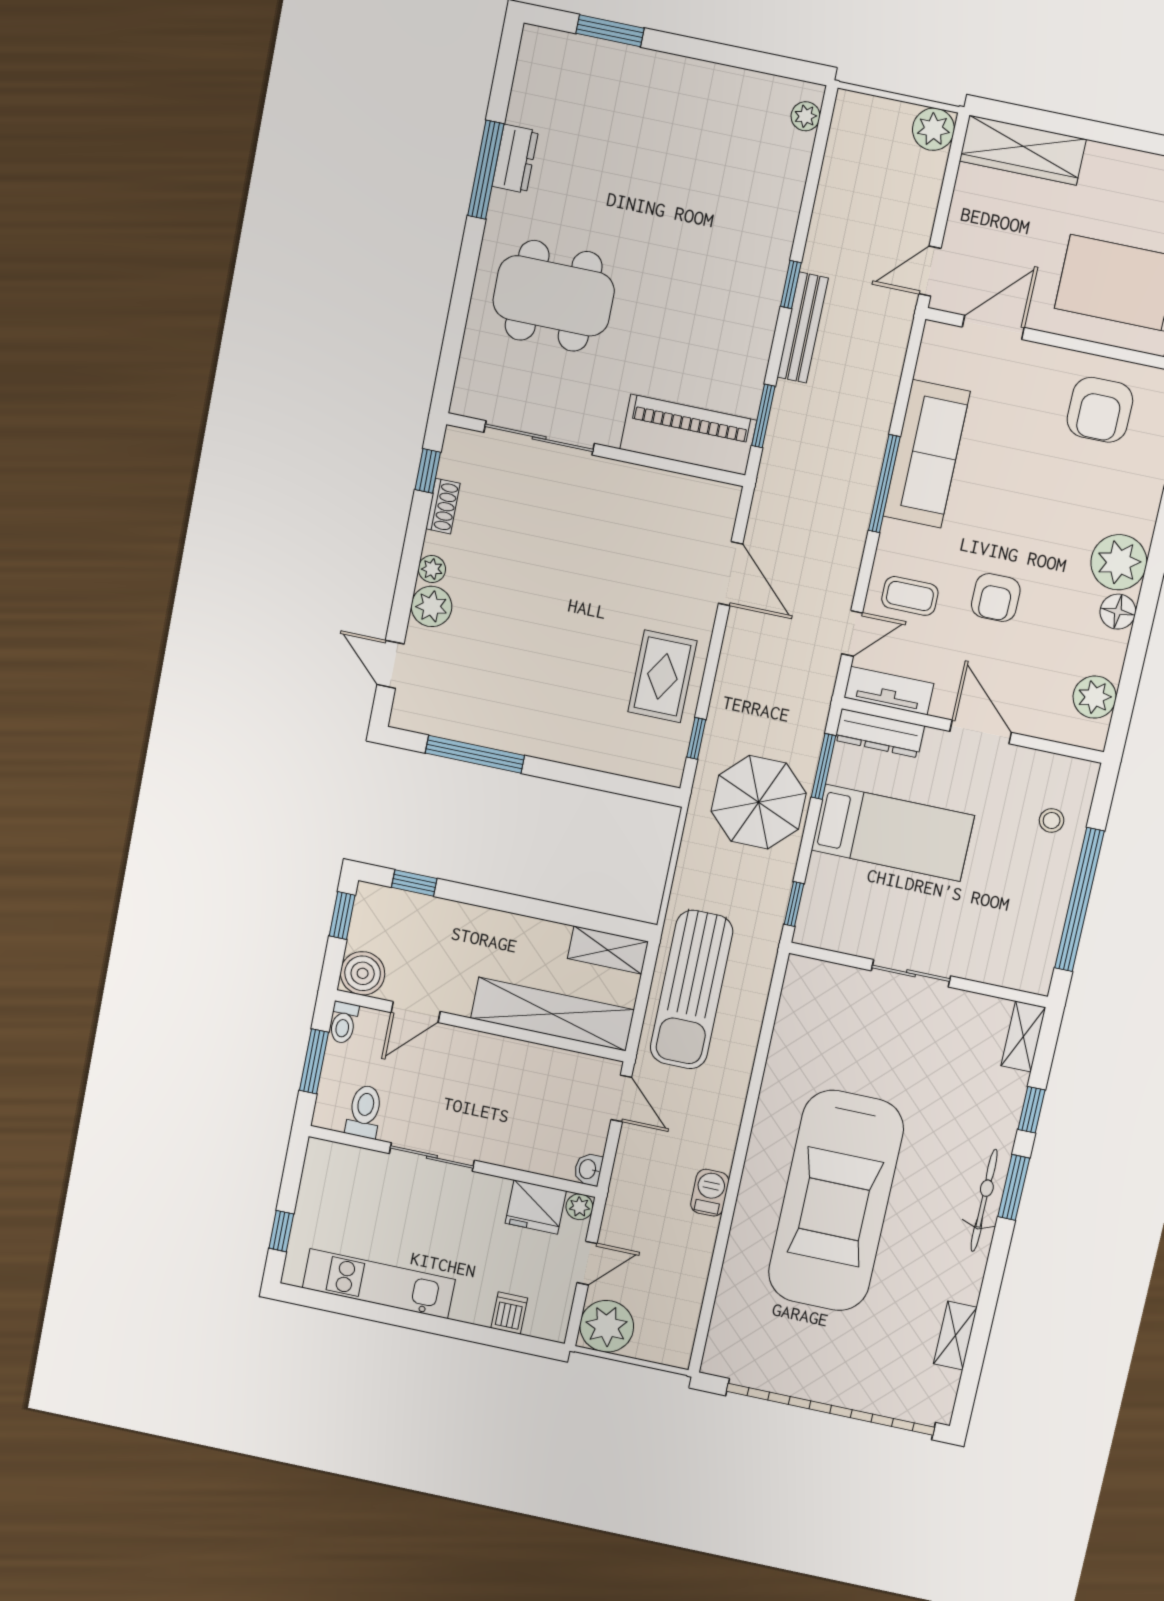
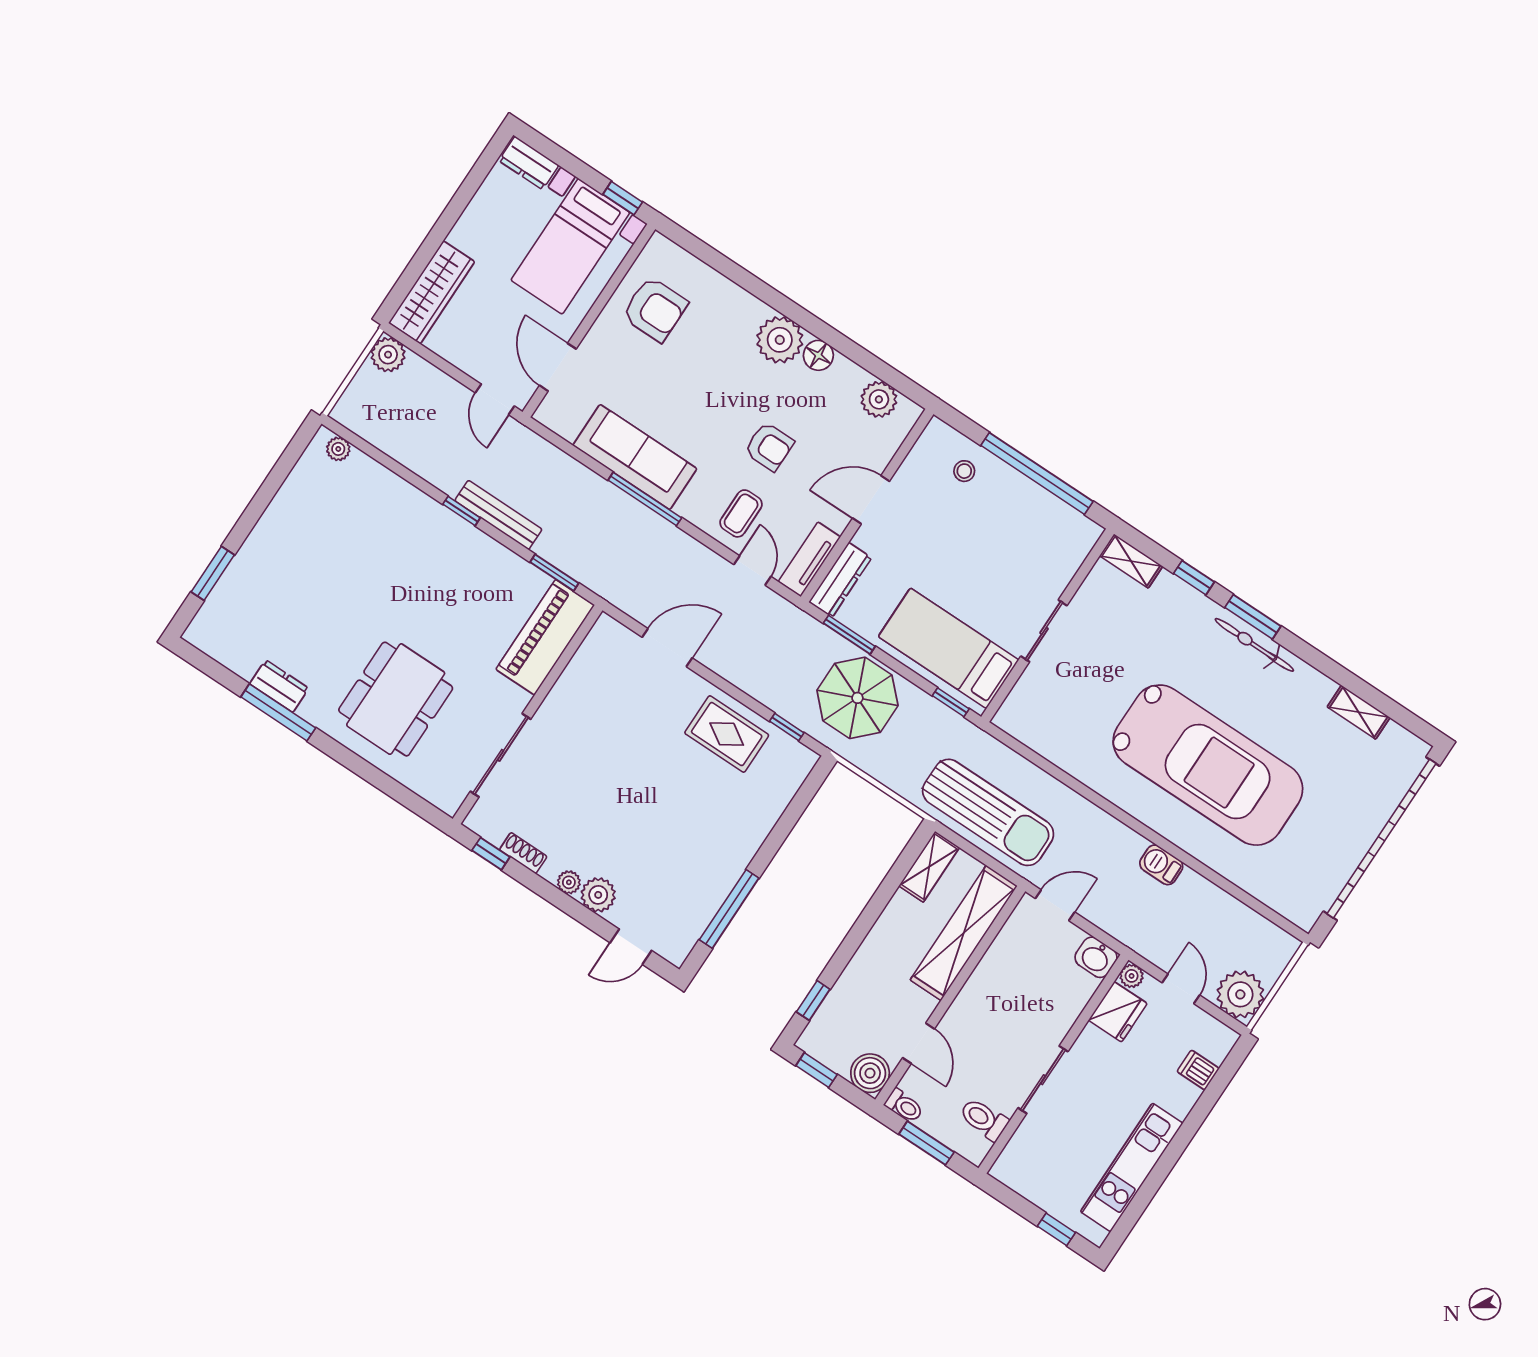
bed: (893, 833) -> (949, 648), moved, turned -90
washbasin: (588, 1169) -> (1096, 957), width x1.38, depth x1.45

